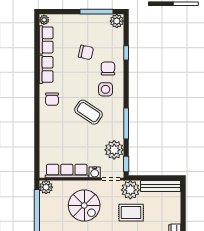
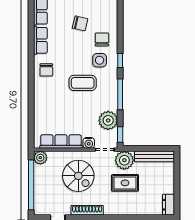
window: (126, 53) -> (120, 61), moved
coffee table: (89, 112) -> (83, 83), turned -34

